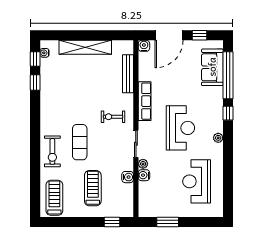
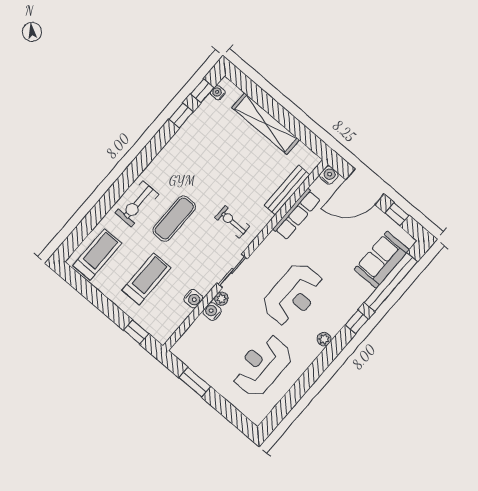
row of seats: (145, 101) -> (297, 214), moved

